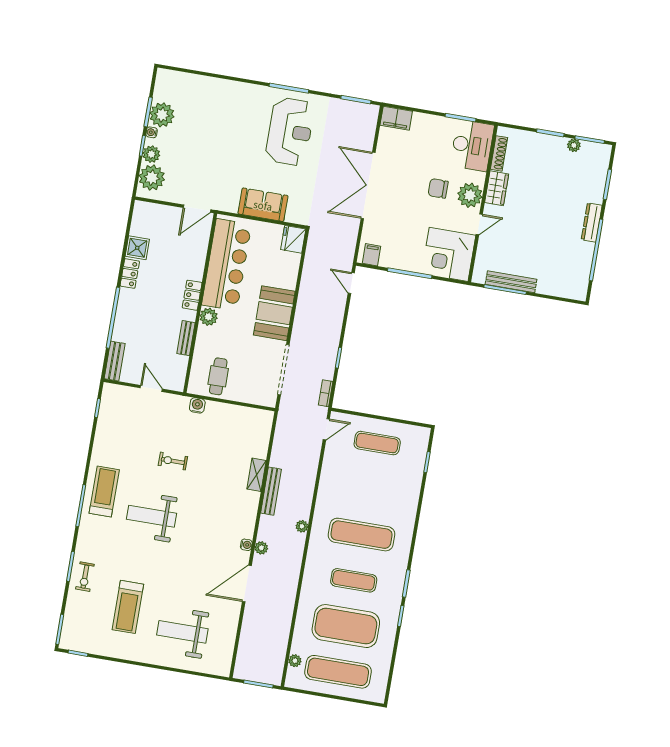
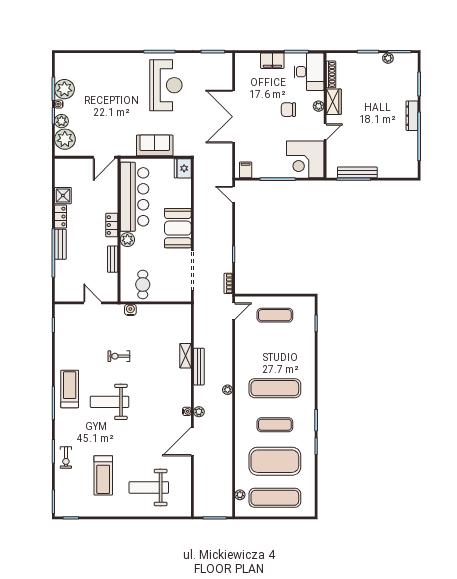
filing cabinet: (396, 118) -> (272, 61), moved
plant: (470, 195) -> (319, 106), width x0.53, depth x0.53
bench: (115, 361) -> (60, 244), moved

